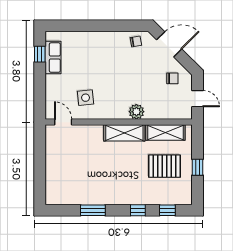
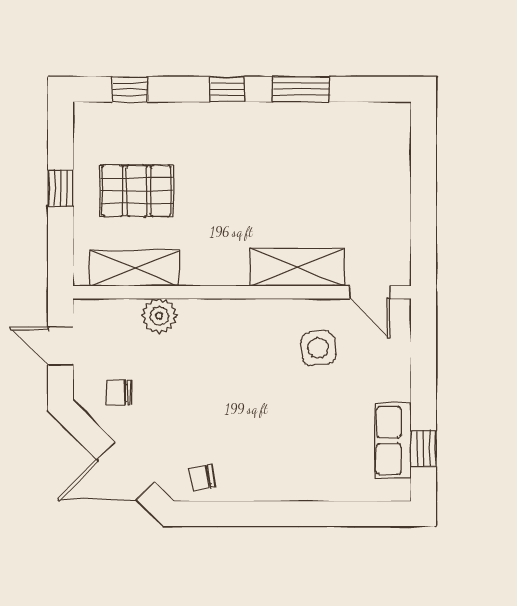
plant: (136, 112) -> (159, 316), moved
shelving: (124, 133) -> (297, 267), moved
window: (138, 210) -> (227, 89), moved

